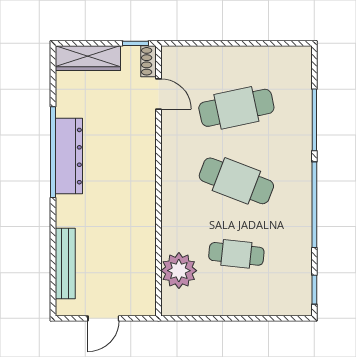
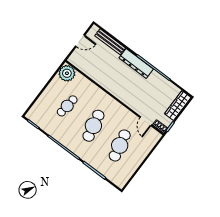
door: (158, 94) -> (146, 121), hinge flipped
dresser: (69, 156) -> (136, 63), moved
cafe table: (236, 181) -> (93, 126), turned -33
plant: (179, 271) -> (67, 73), moved
door: (103, 318) -> (80, 41), swing flipped

